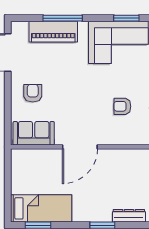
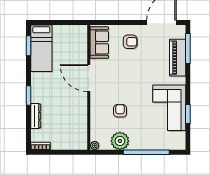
window: (63, 18) -> (188, 49), moved

